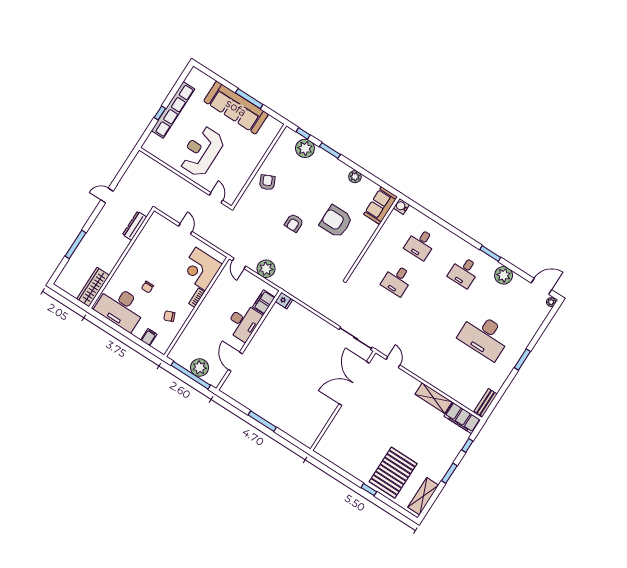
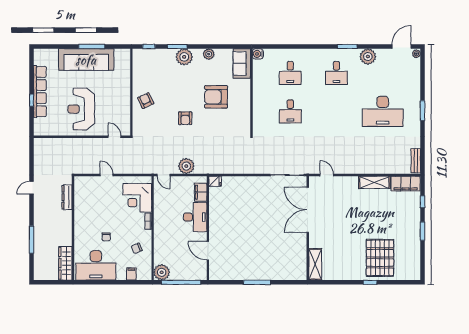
plant: (305, 148) -> (184, 57), moved
plant: (200, 368) -> (162, 272), moved
shelving: (423, 496) -> (315, 264), moved

